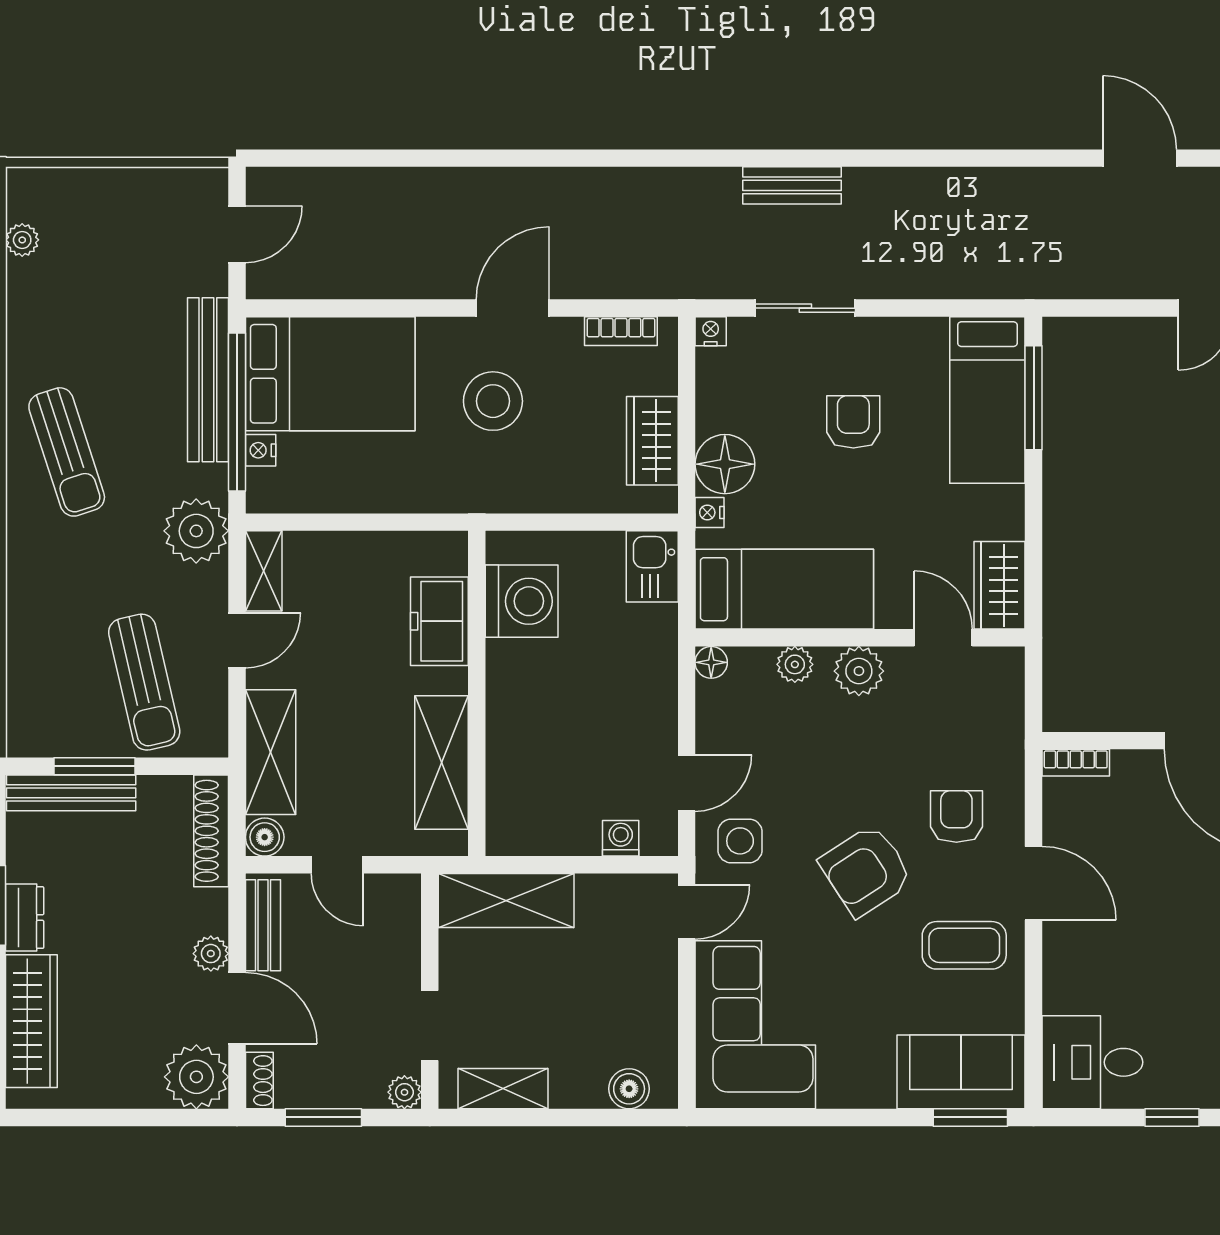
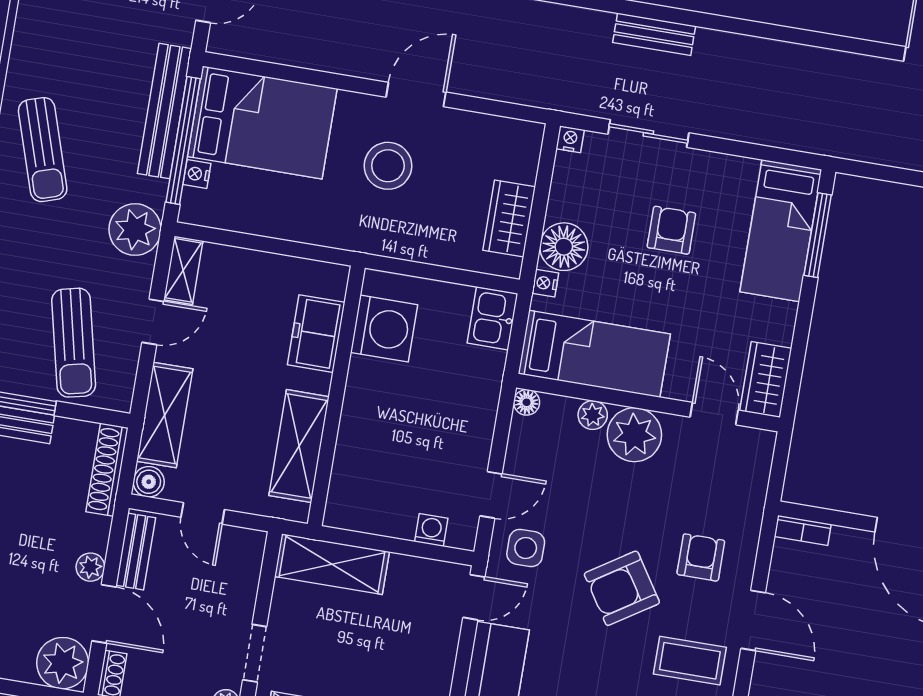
bookcase: (621, 331) -> (499, 127), removed
plant: (859, 671) -> (634, 435), width x1.36, depth x1.36

